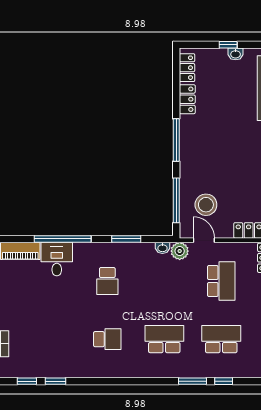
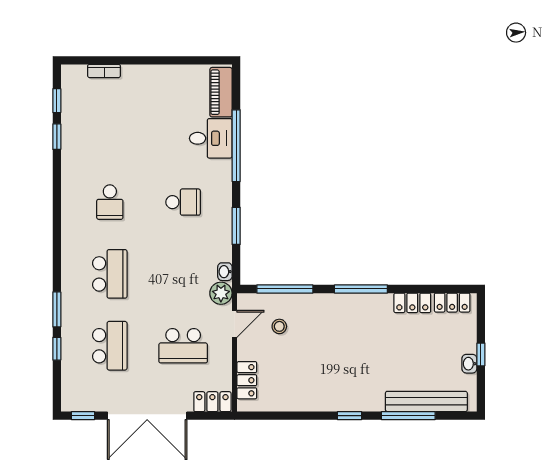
stool: (206, 205) -> (279, 326), width x0.53, depth x0.53
school desk: (107, 281) -> (183, 202), turned 180

